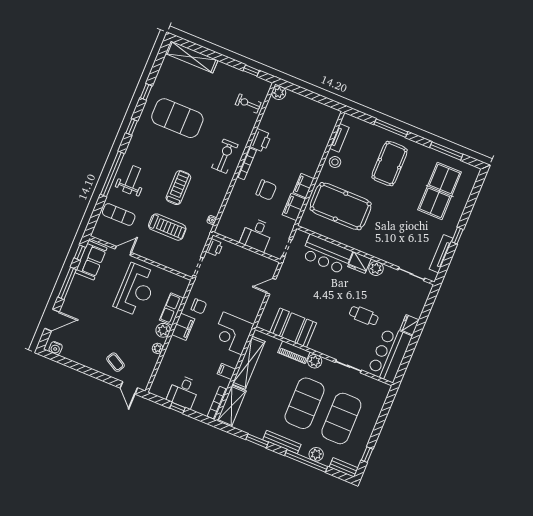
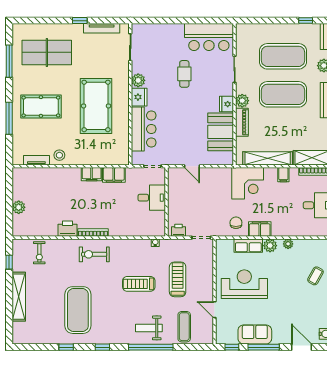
shelving: (192, 57) -> (19, 297), moved
plant: (279, 93) -> (19, 207), moved
chair: (266, 190) -> (109, 206), removed
pool table: (341, 206) -> (96, 106), moved
sofa: (91, 260) -> (255, 334), moved
fridge: (410, 325) -> (226, 104), moved, turned 90

